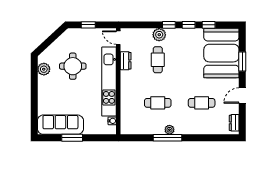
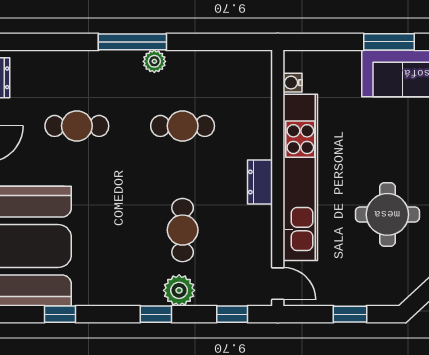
window: (189, 25) -> (232, 314), moved
dresser: (126, 61) -> (260, 182), moved
window: (167, 138) -> (132, 42), moved

